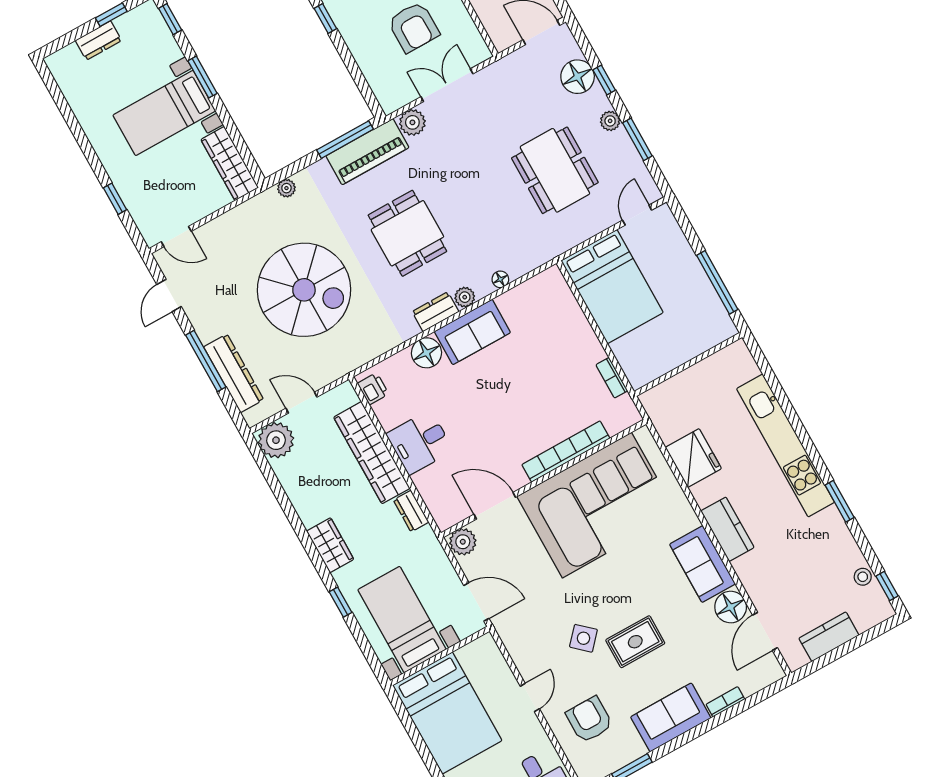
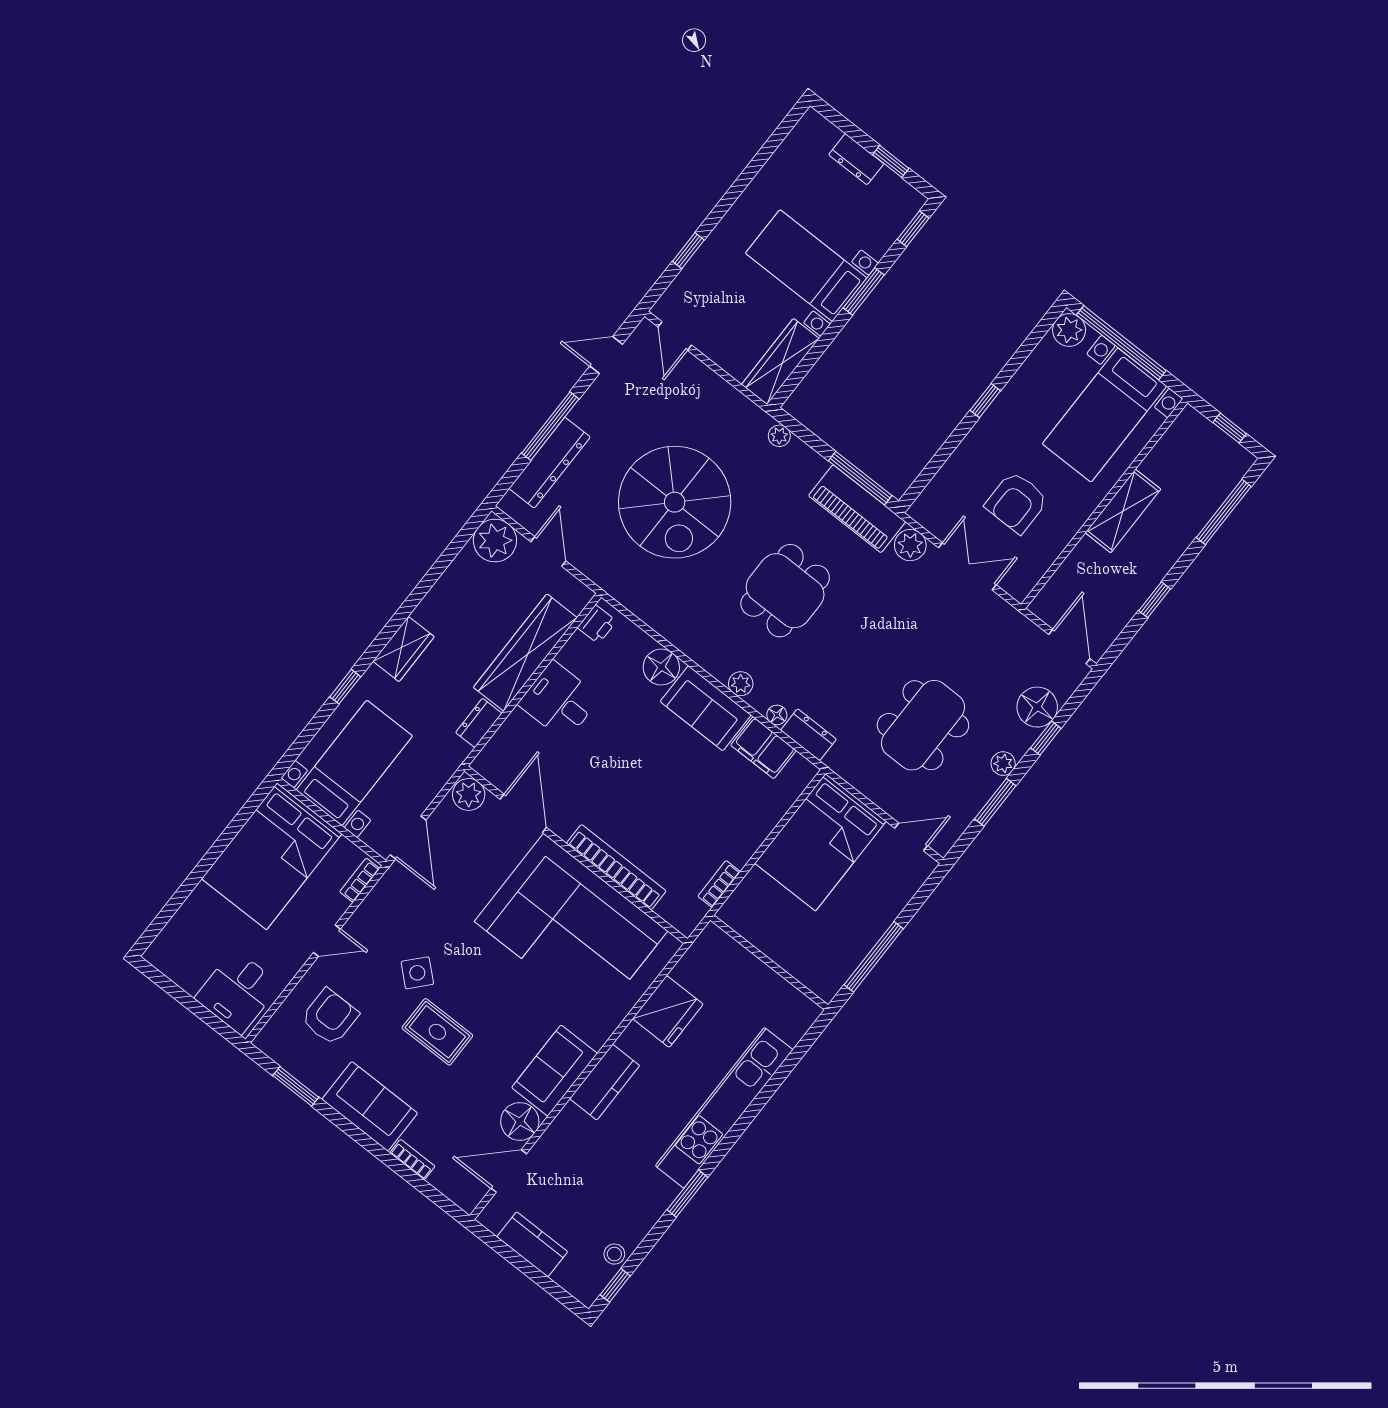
filing cabinet: (521, 300) -> (763, 748), added
dresser: (435, 312) -> (808, 735), moved
bookcase: (494, 653) -> (360, 880), added

